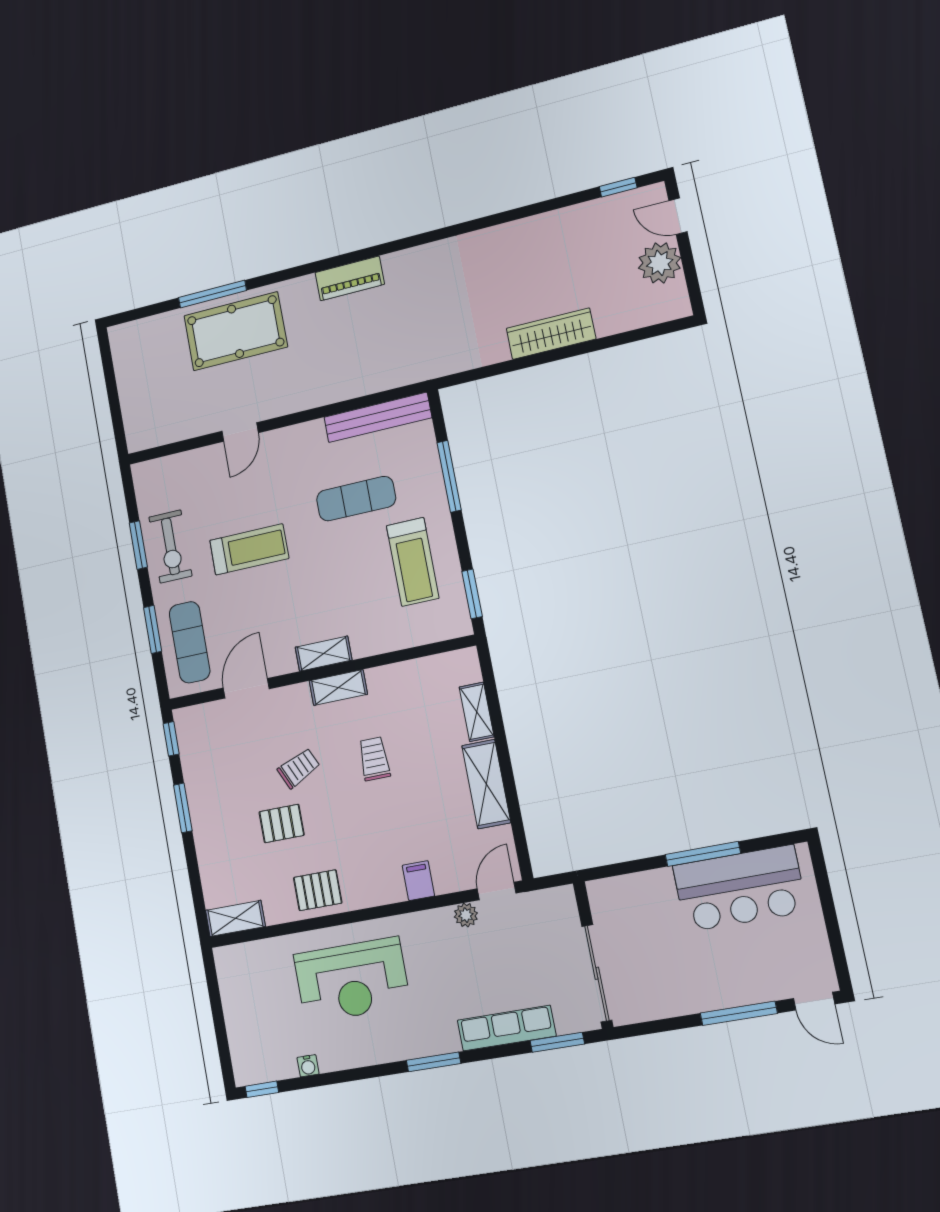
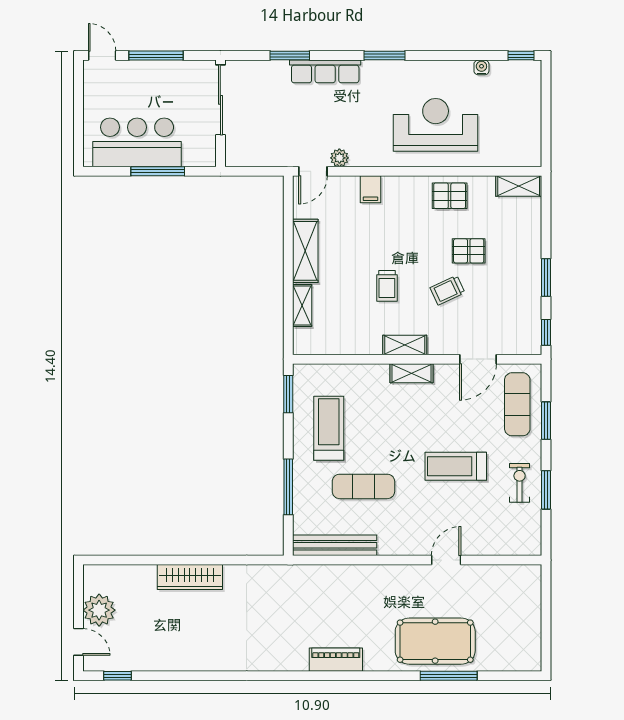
exercise bike: (170, 546) -> (520, 483), width x0.73, depth x0.72
wall: (593, 955) -> (220, 113), moved
sliding door: (597, 973) -> (220, 100), moved

